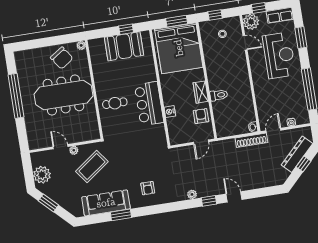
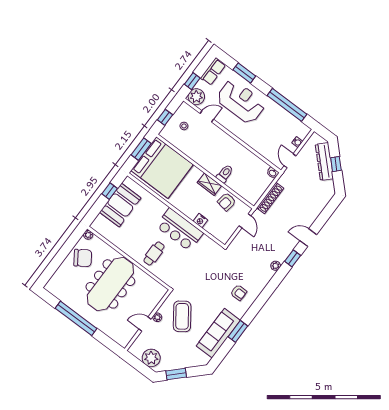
armchair: (201, 116) -> (227, 202), turned -81
shoe rack: (251, 140) -> (270, 198), moved

